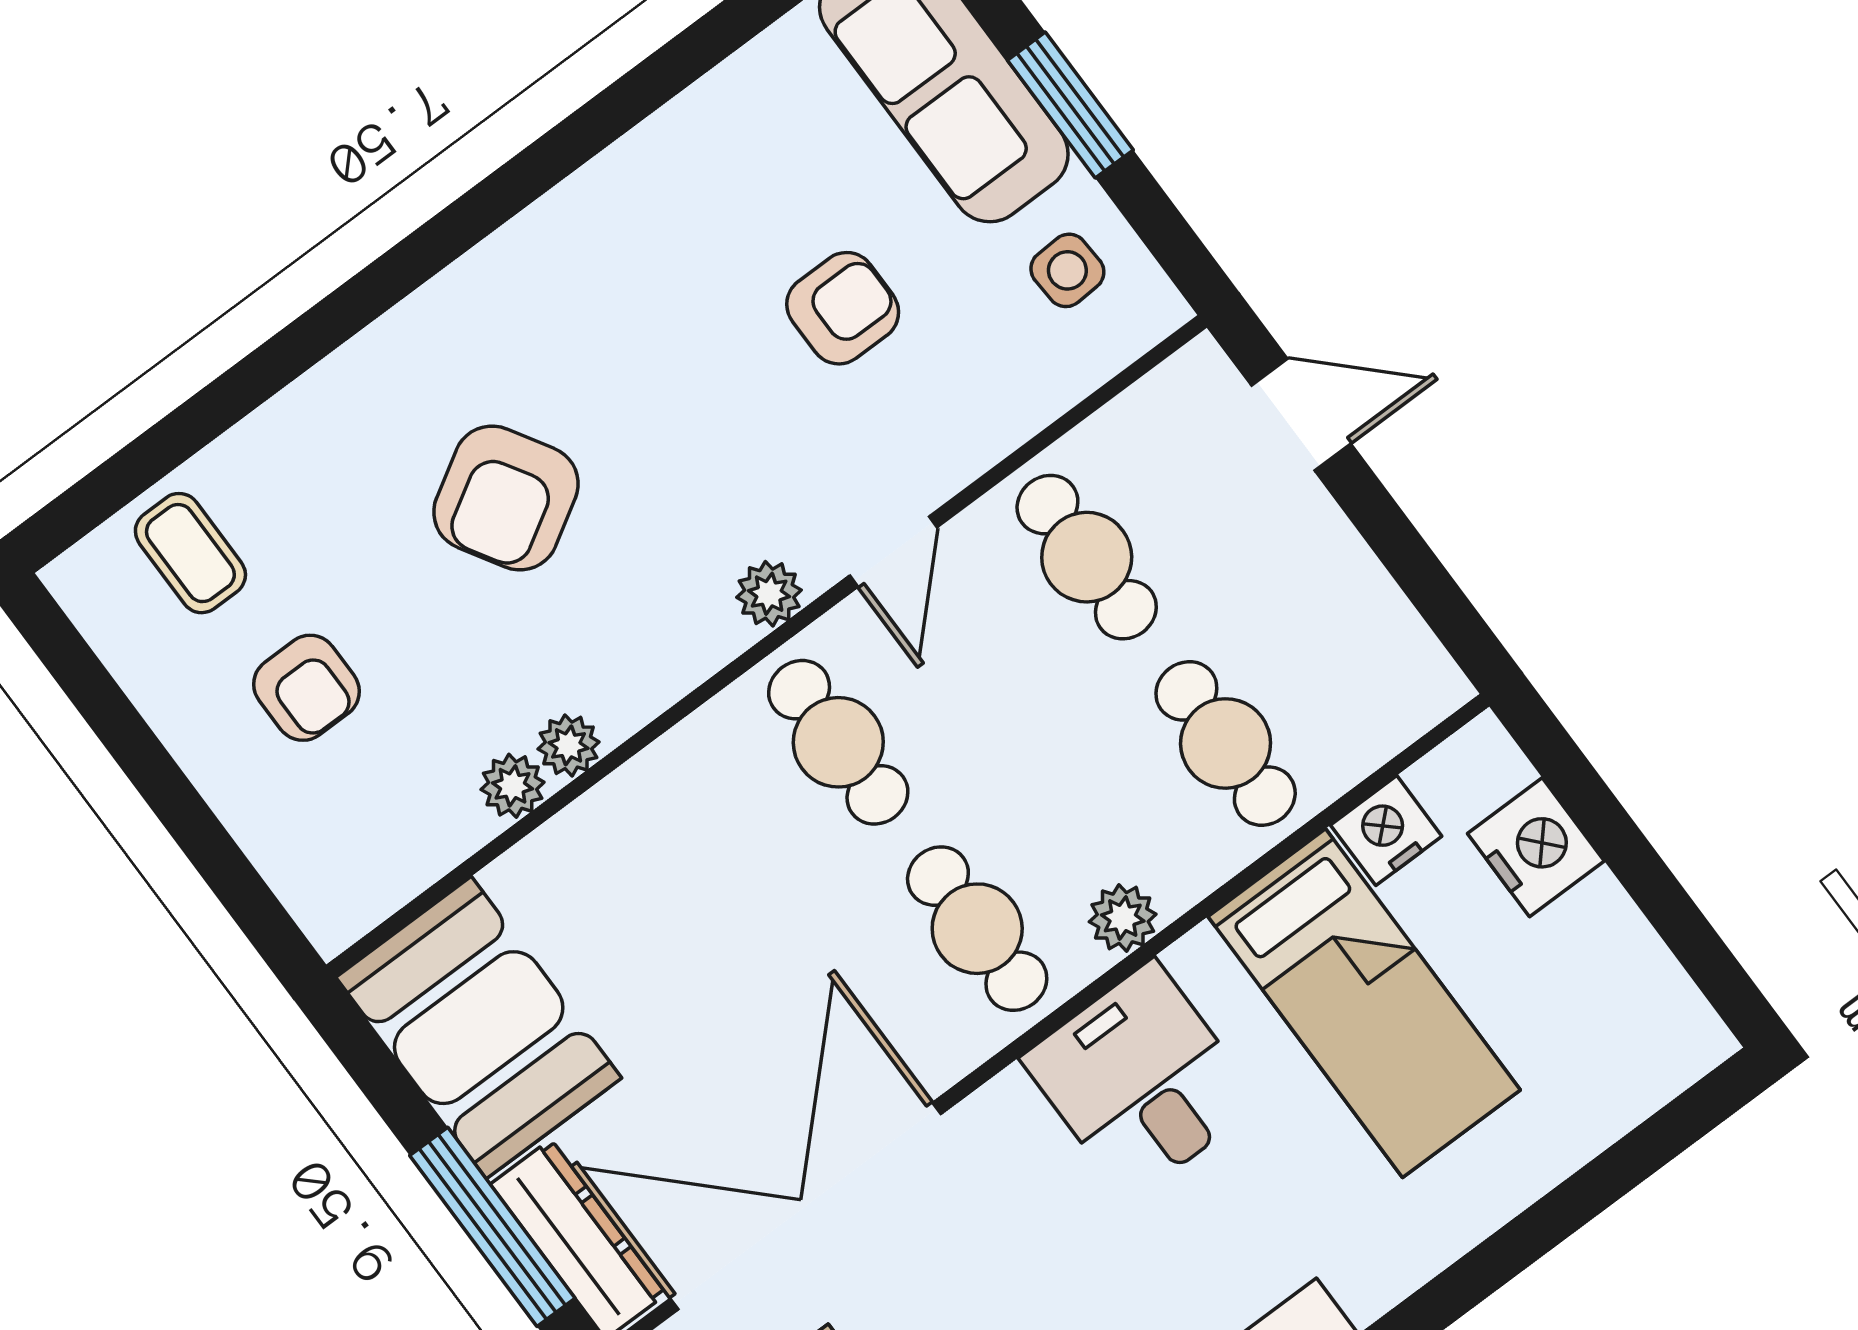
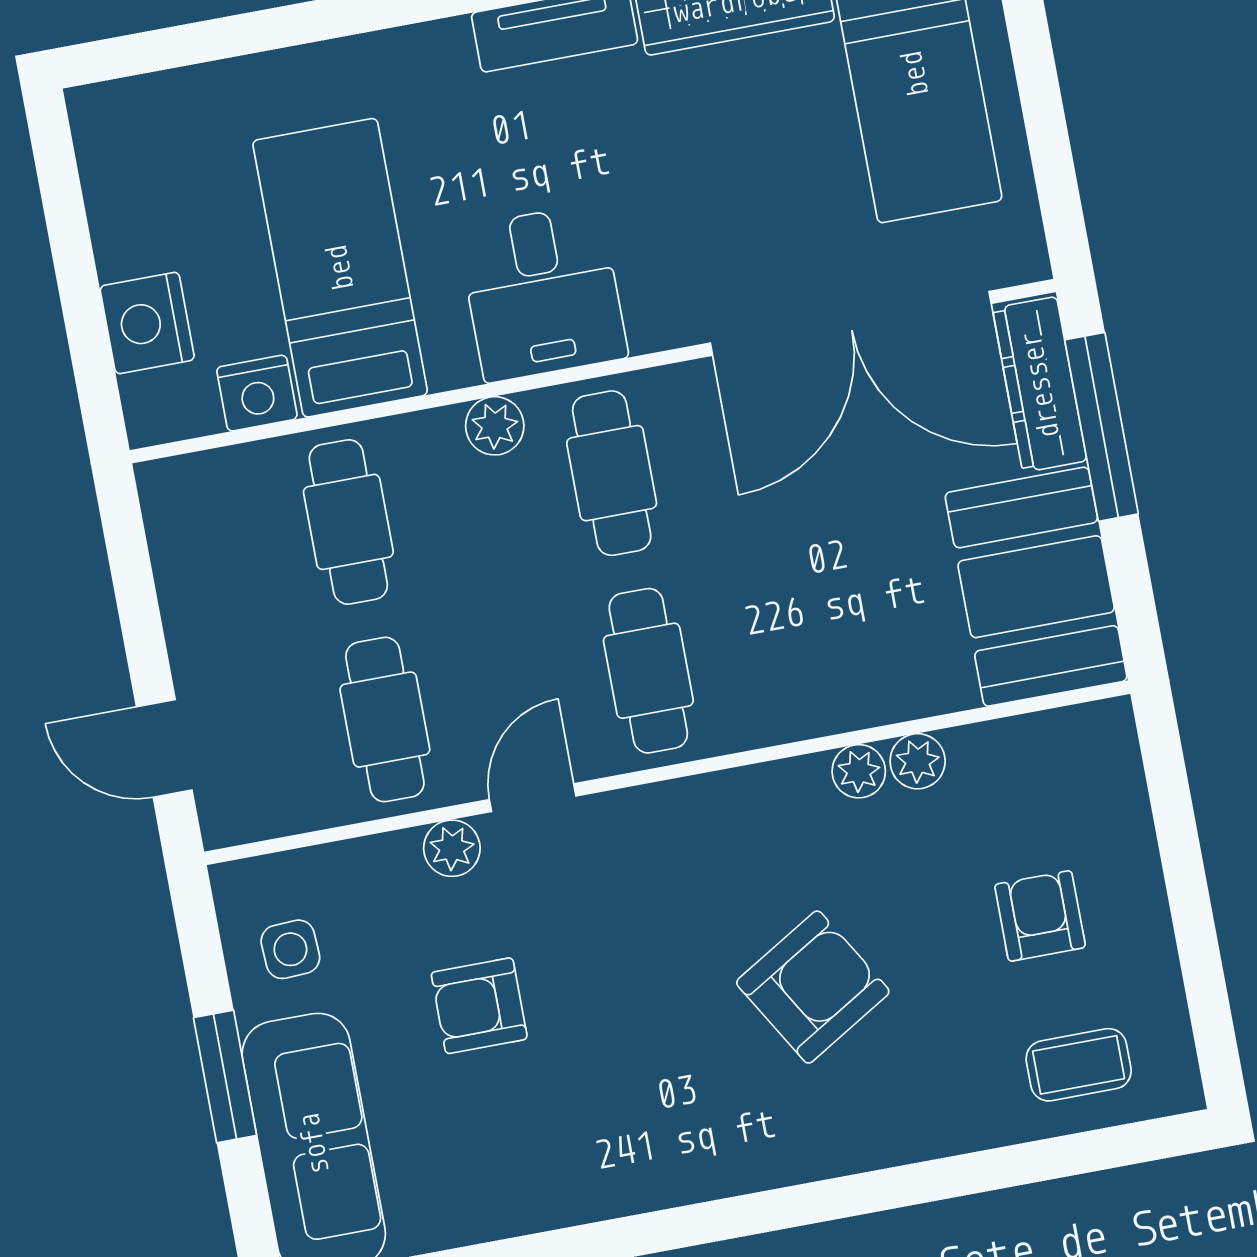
coffee table: (190, 553) -> (1079, 1065), turned 90
plant: (769, 594) -> (452, 848), moved

